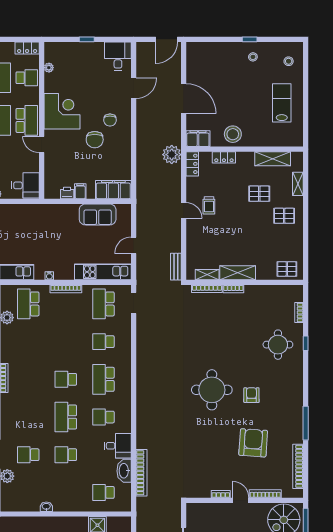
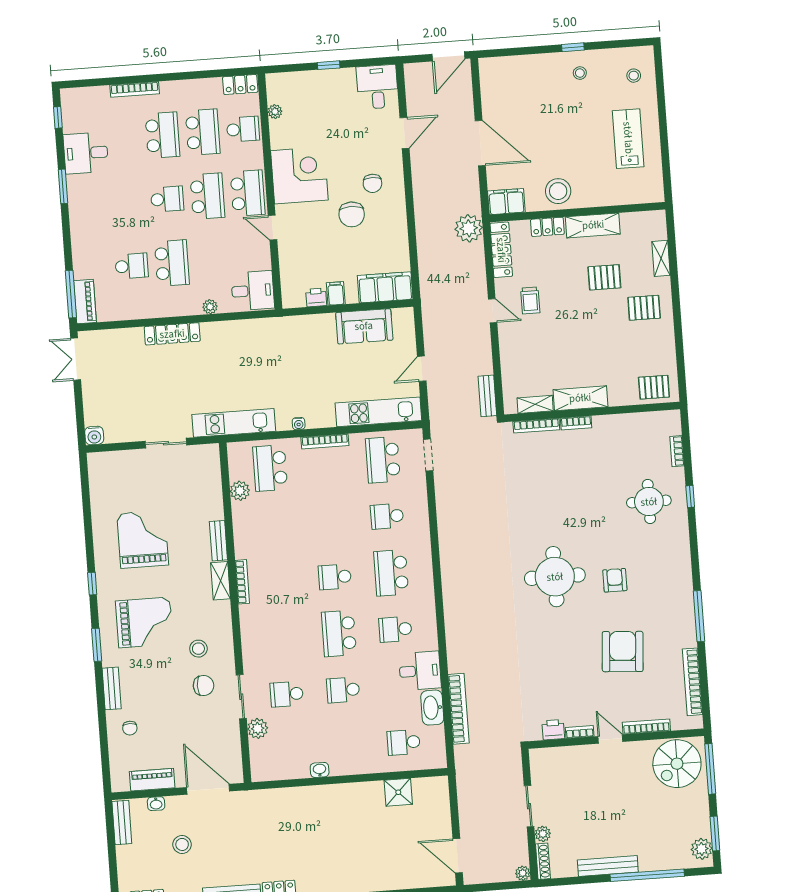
shelving: (273, 159) -> (593, 225), moved
locker: (192, 164) -> (501, 250), width x1.53
printer: (203, 491) -> (553, 730), added

